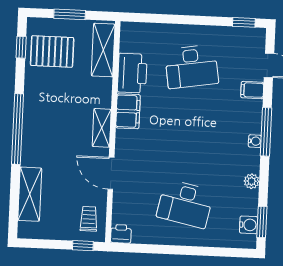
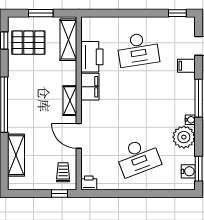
water cooler: (255, 141) -> (190, 120), moved
plant: (252, 181) -> (184, 137), width x1.87, depth x1.87
desk: (185, 204) -> (138, 157), turned -33

